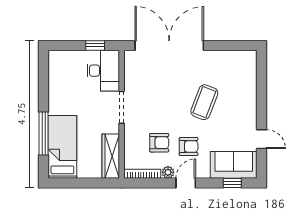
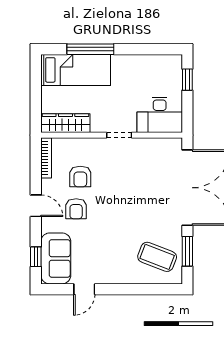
window: (95, 45) -> (187, 80), moved
window: (227, 45) -> (187, 251), added
coffee table: (204, 102) -> (157, 257), moved
doorway: (122, 107) -> (119, 135), width x0.73
plant: (168, 172) -> (48, 186), removed

